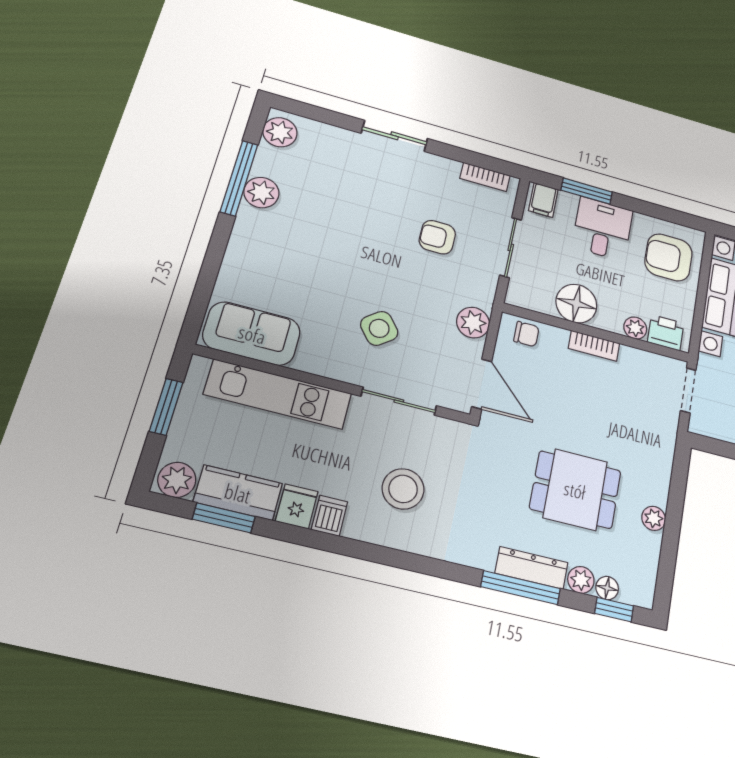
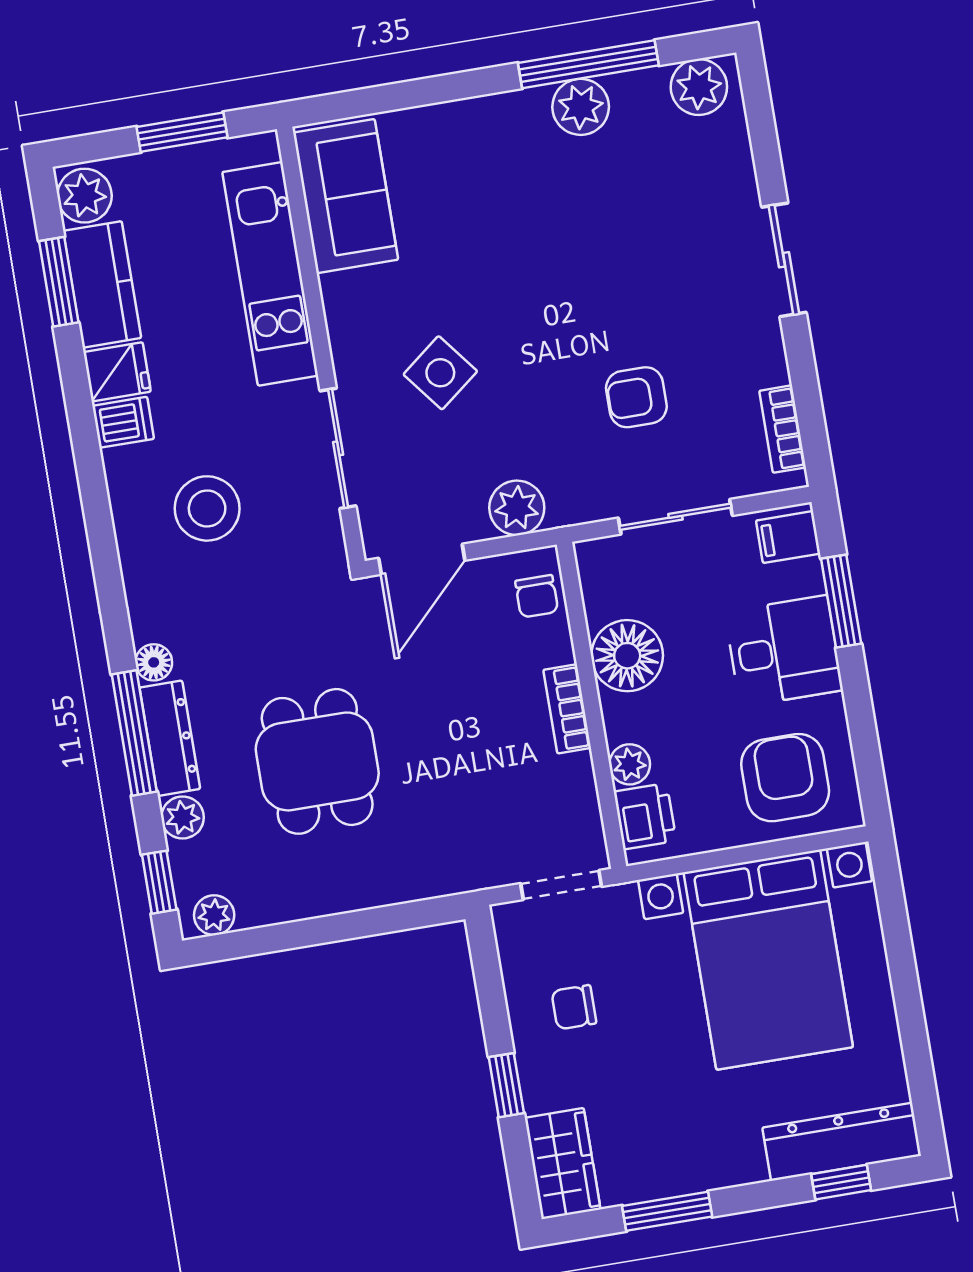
armchair: (437, 237) -> (636, 397), turned -90
plant: (654, 518) -> (214, 915), moved
floor lamp: (607, 588) -> (154, 662), moved

